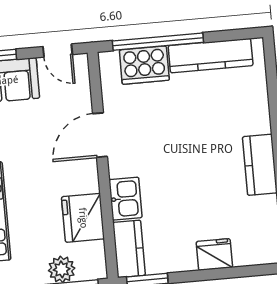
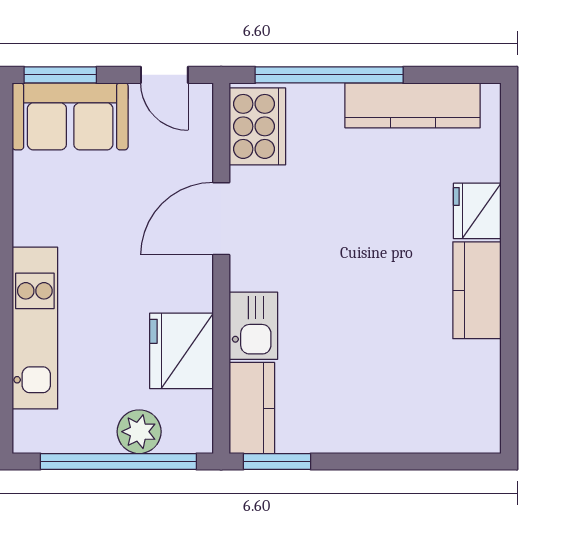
cooker: (144, 65) -> (257, 126), moved, turned -90
fridge: (214, 254) -> (477, 211), moved, turned -90

